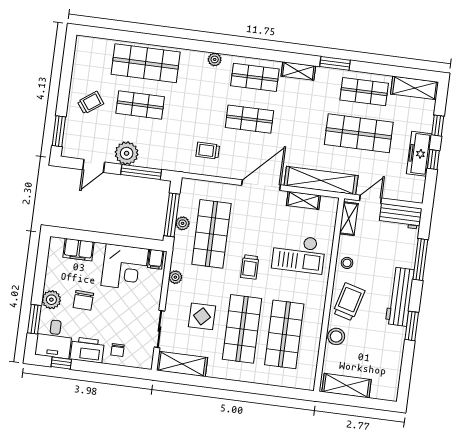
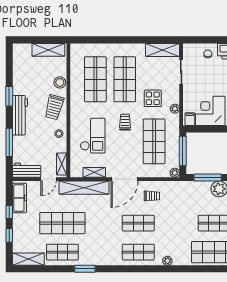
shelving: (298, 71) -> (109, 260), removed
trolley: (208, 151) -> (152, 196), moved
freezer: (419, 154) -> (19, 198), moved
plant: (183, 223) -> (175, 173), moved
checkout: (299, 254) -> (93, 136), turned 90
display table: (202, 316) -> (153, 98), moved

